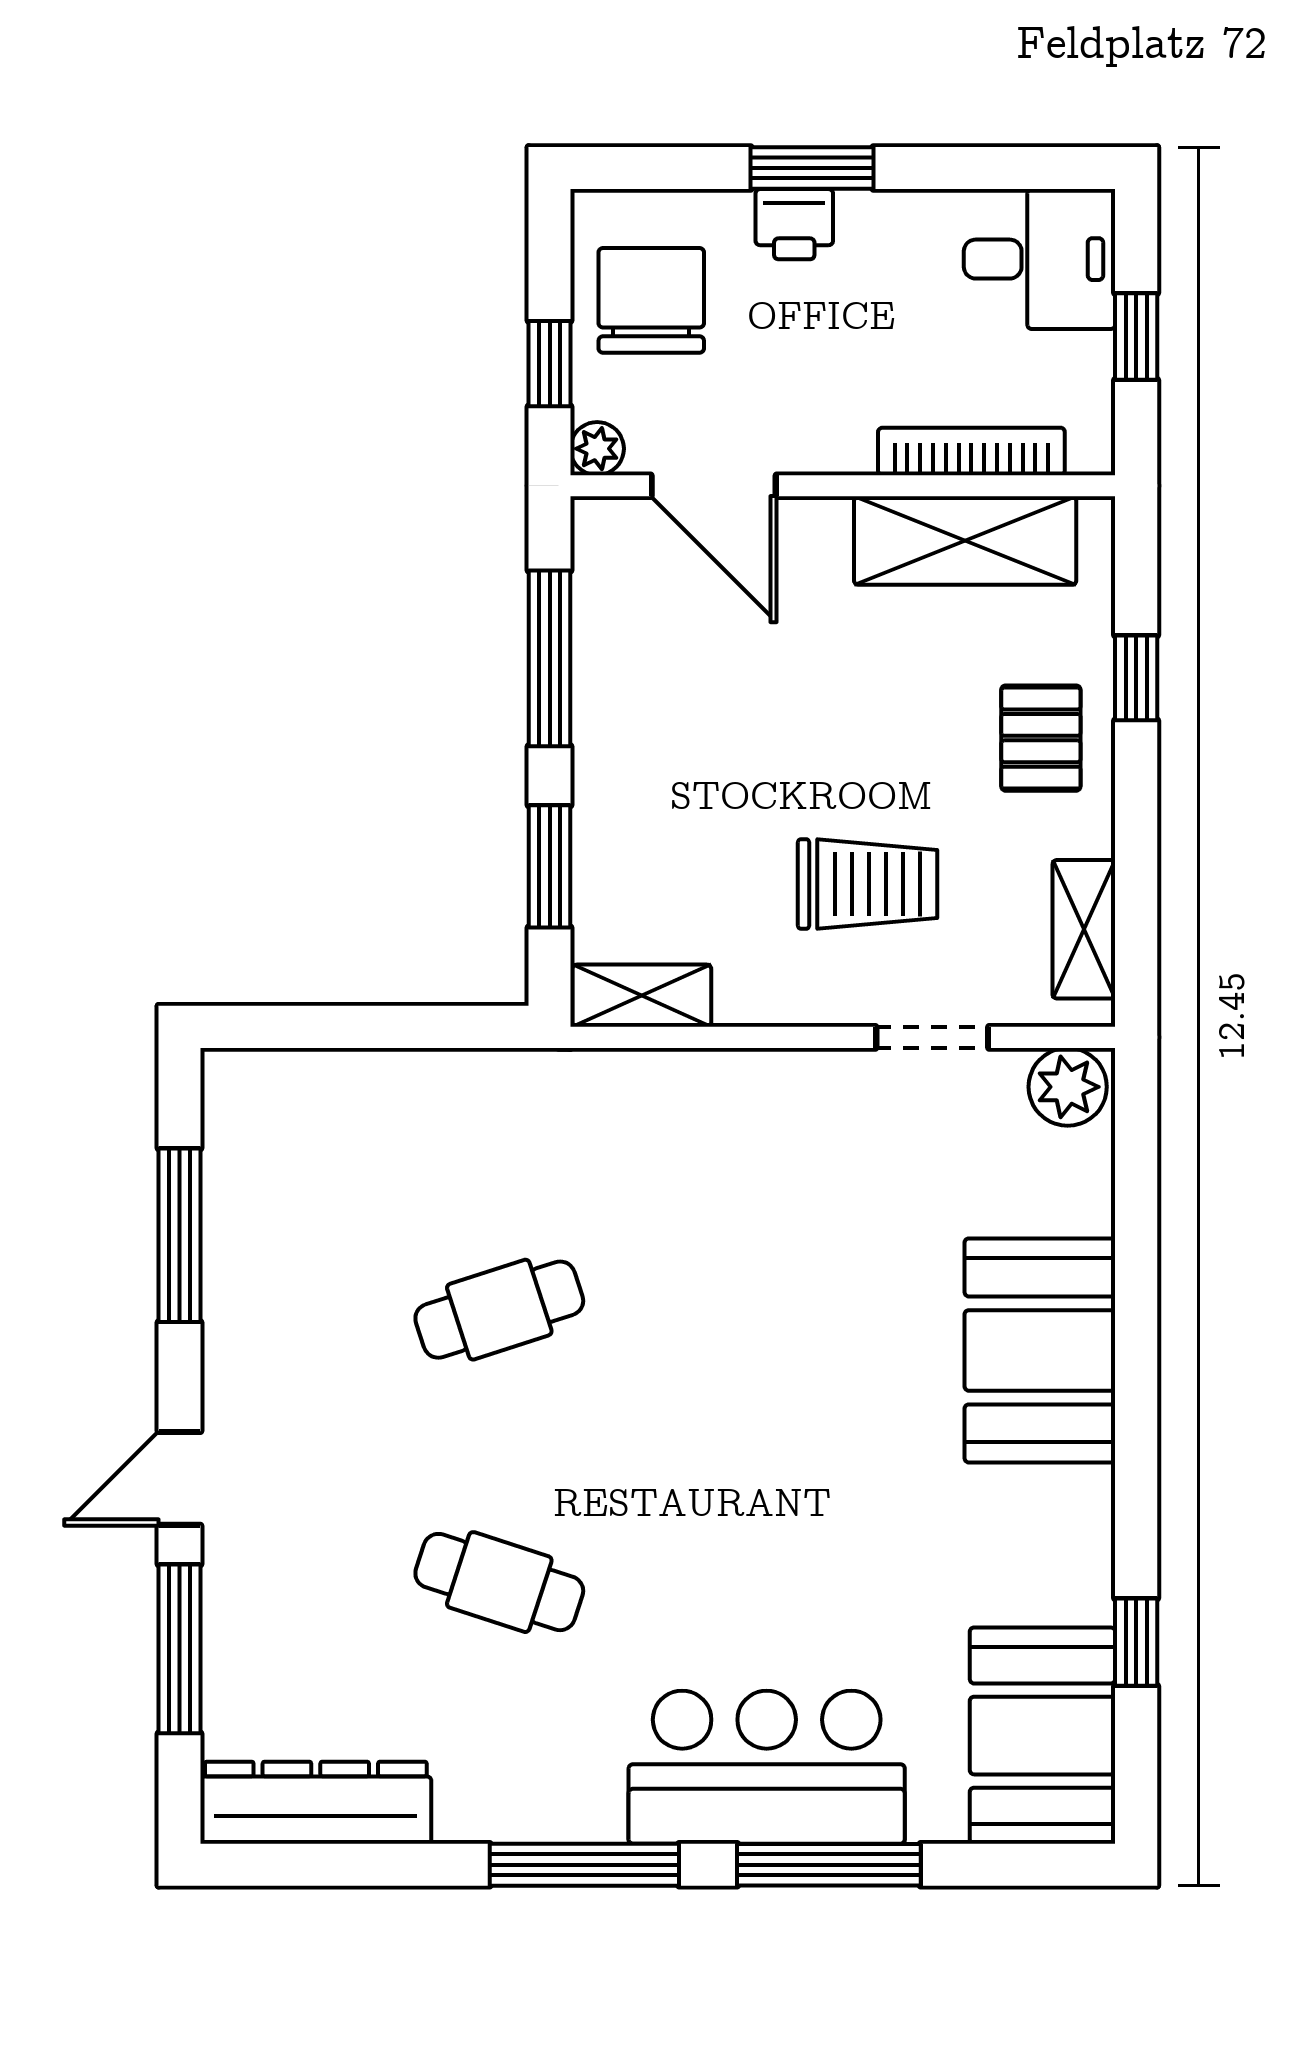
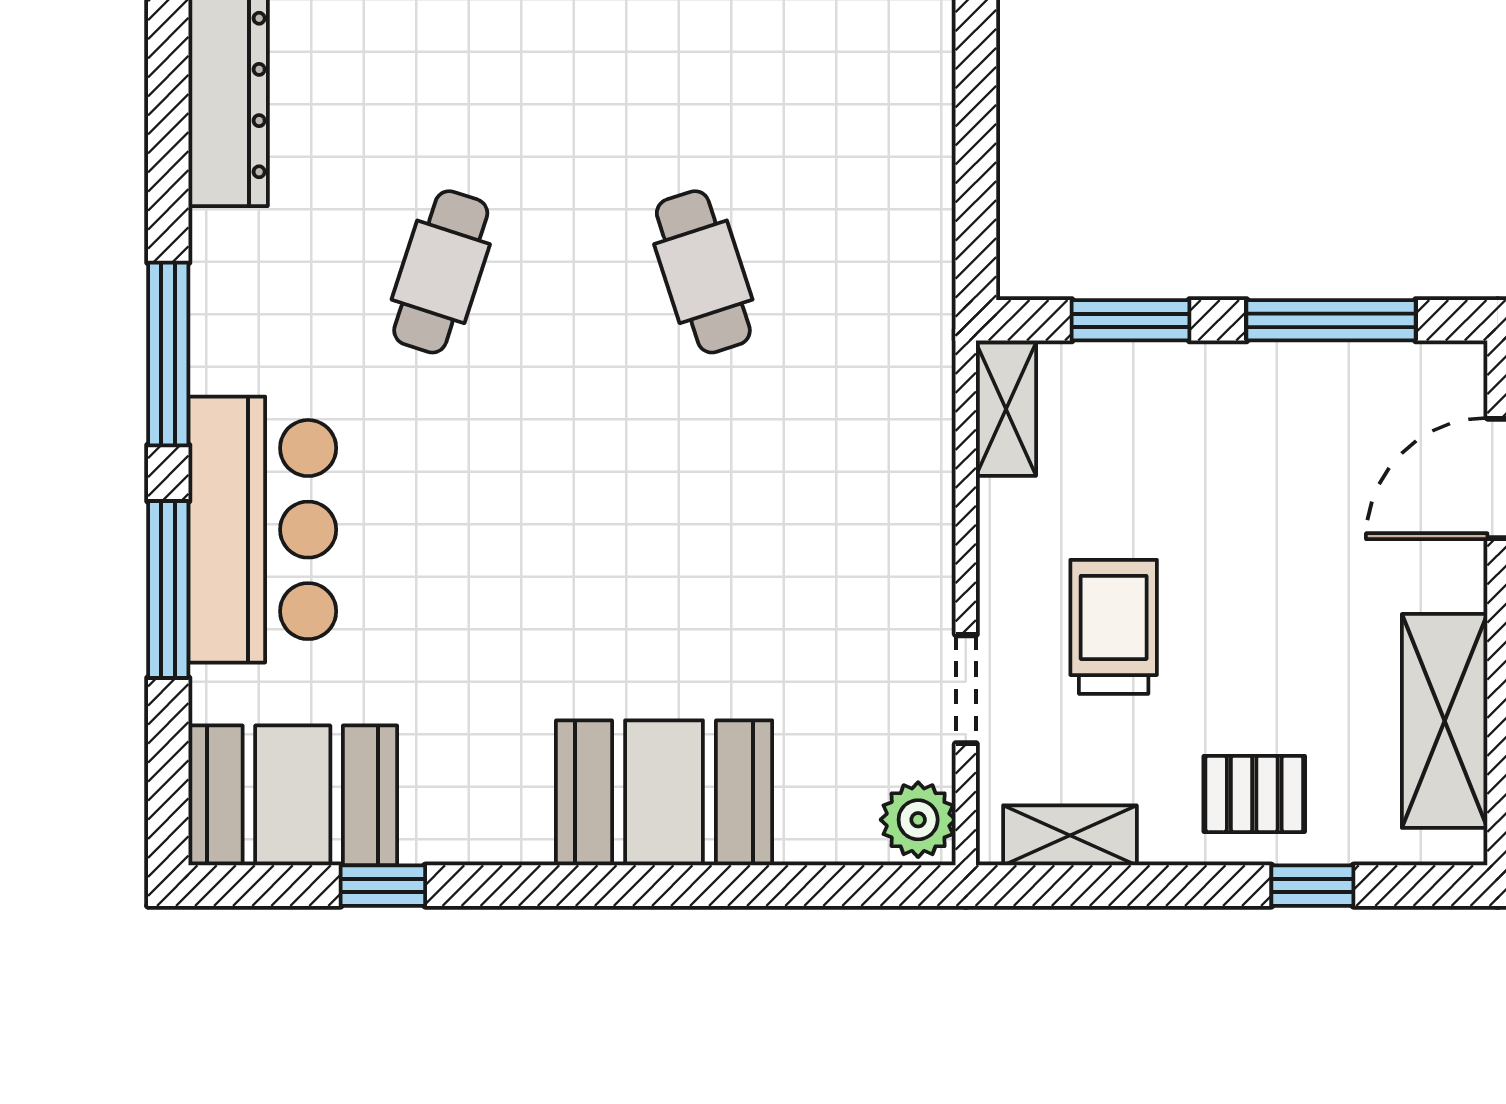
trolley: (868, 884) -> (1114, 627), turned 180

